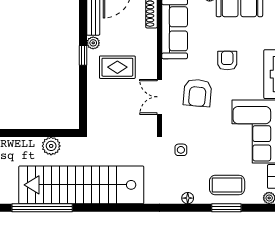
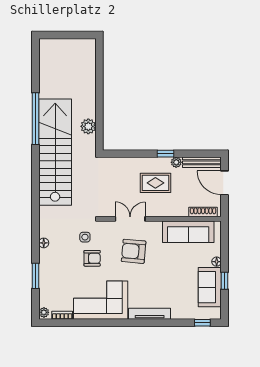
armchair: (227, 61) -> (92, 258), moved
rug: (117, 67) -> (155, 183), turned 90
coffee table: (227, 185) -> (55, 277), removed

